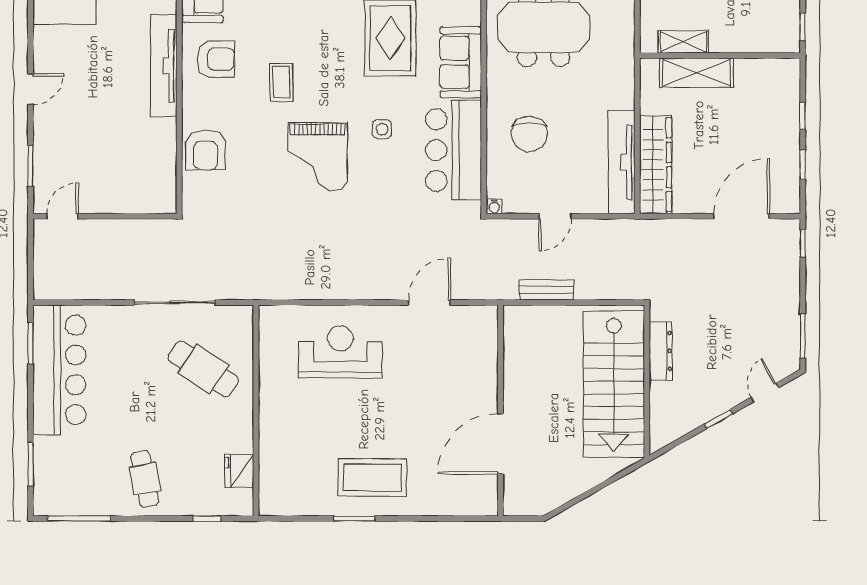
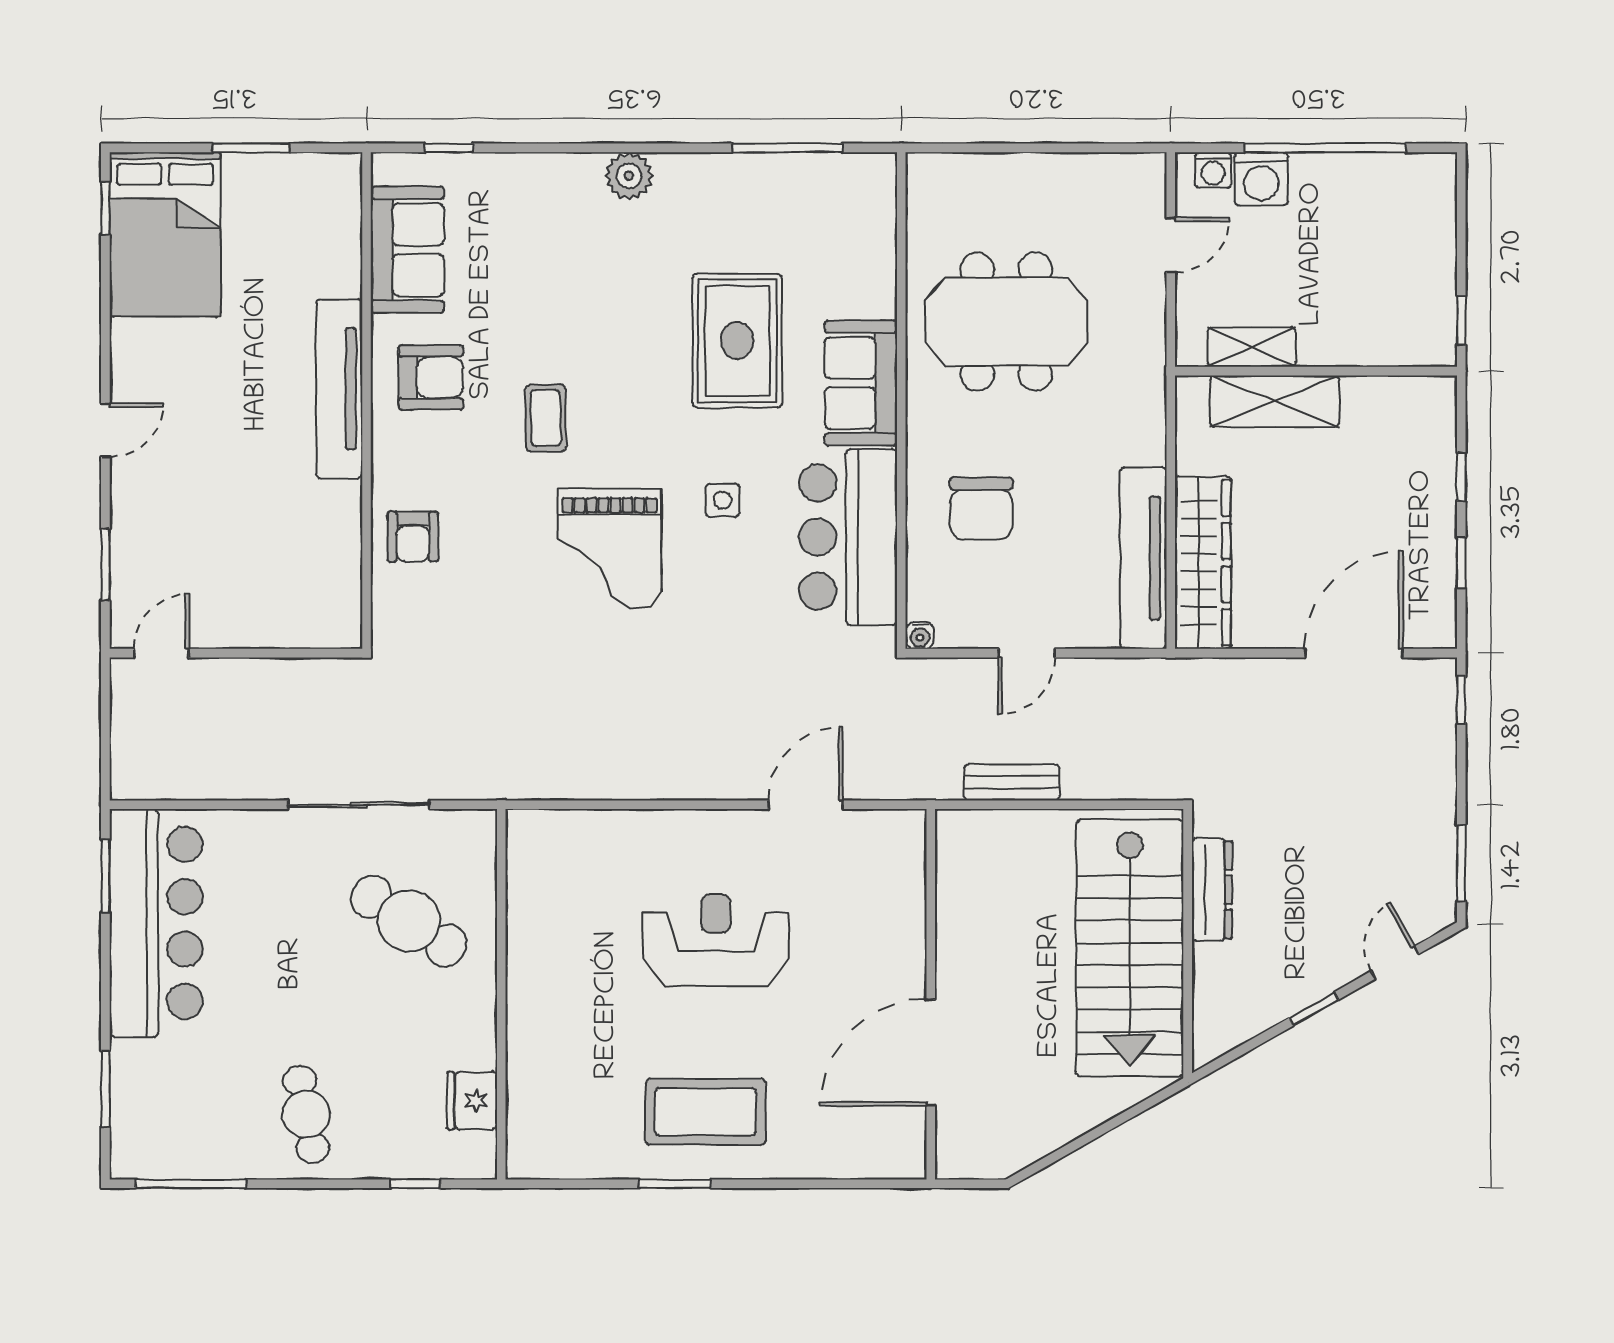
armchair: (206, 150) -> (413, 537), width x0.72, depth x0.72
reception desk: (340, 352) -> (716, 940), moved

